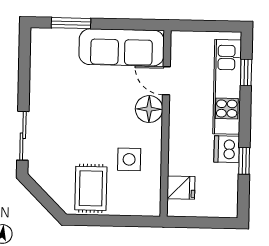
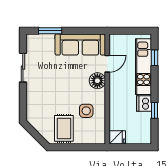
door: (166, 81) -> (107, 64), swing flipped
sliding door: (23, 136) -> (23, 68), moved
fridge: (181, 188) -> (117, 137), moved

